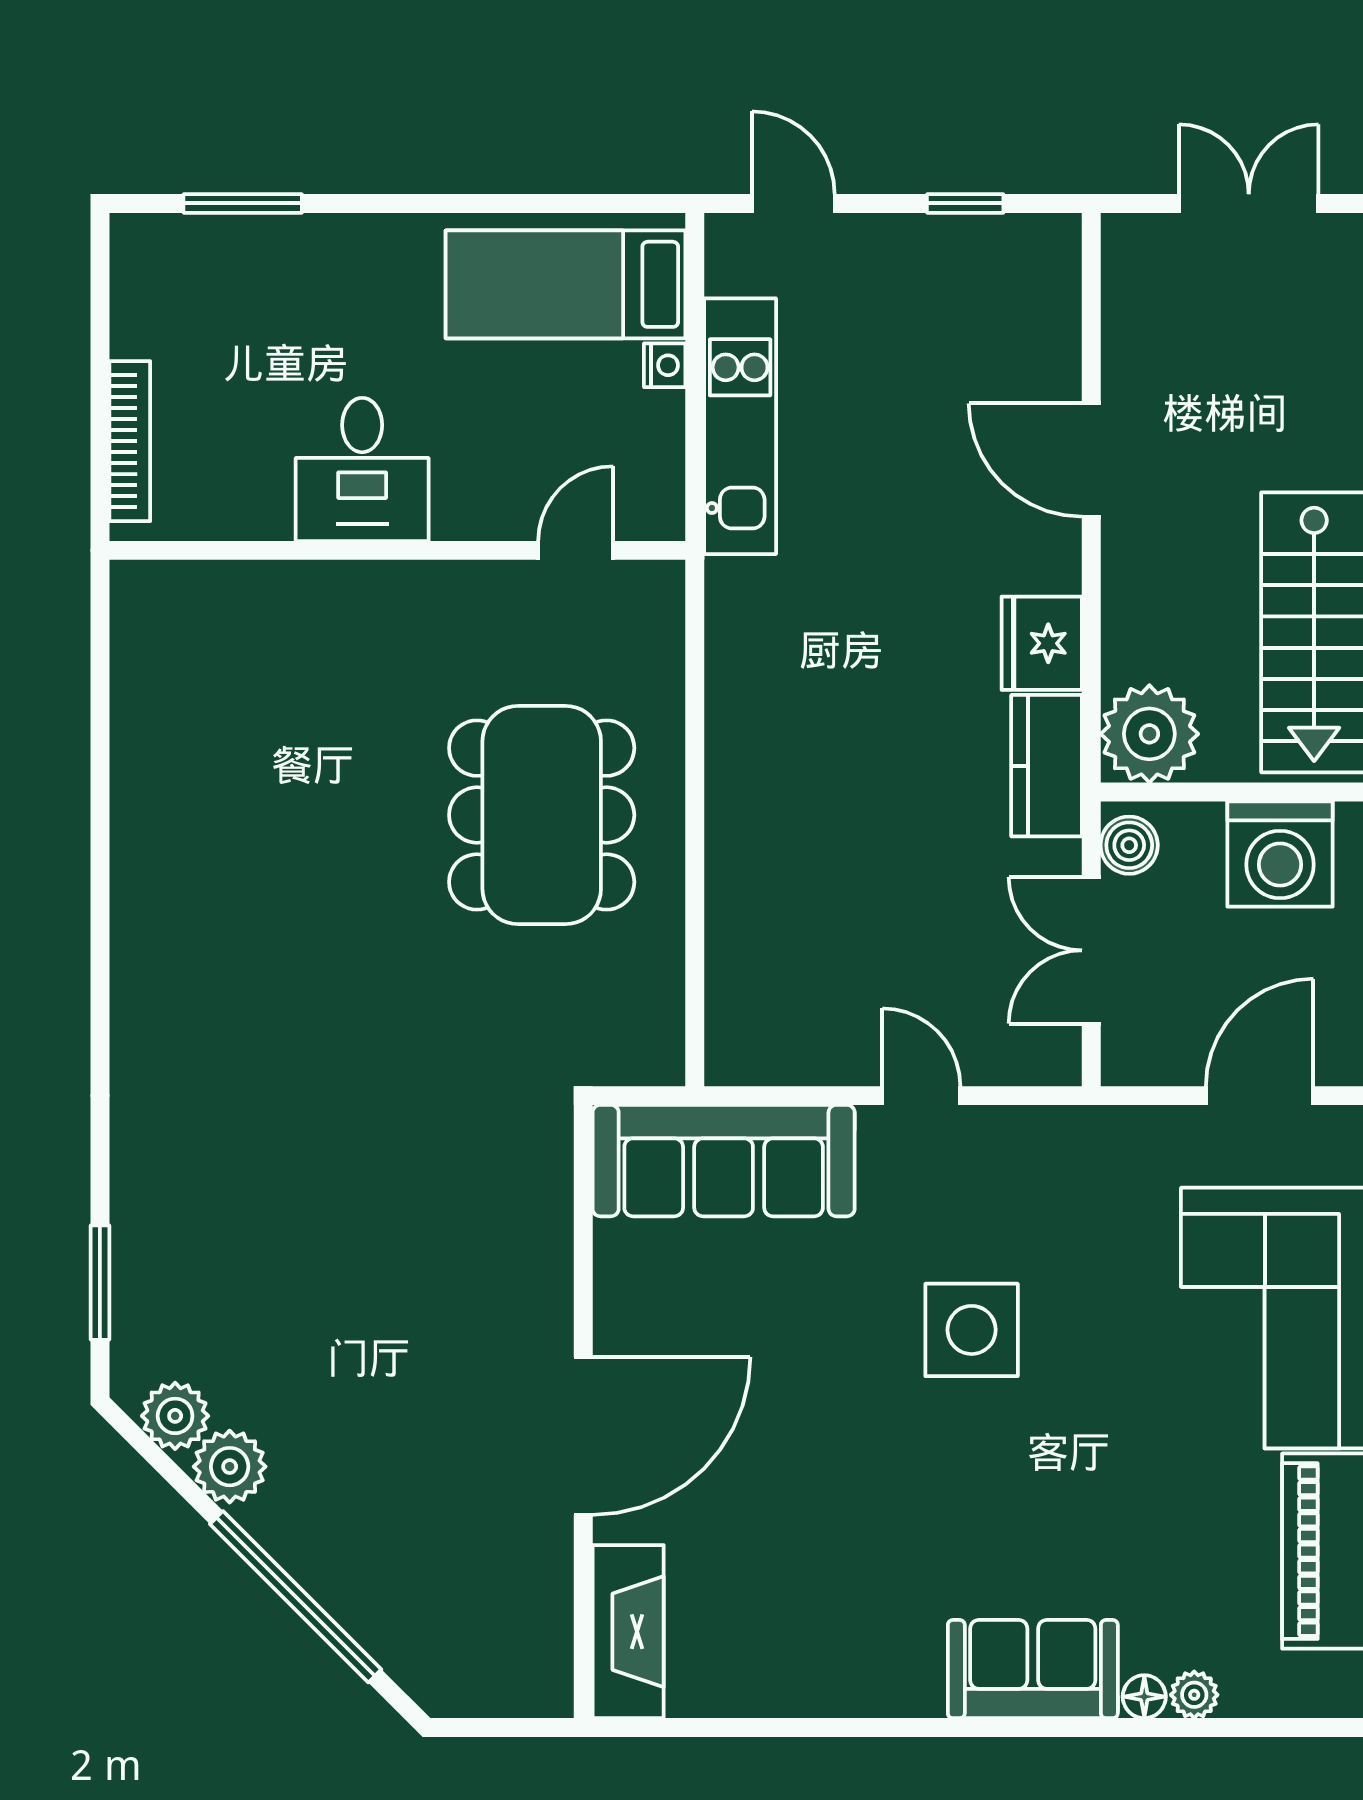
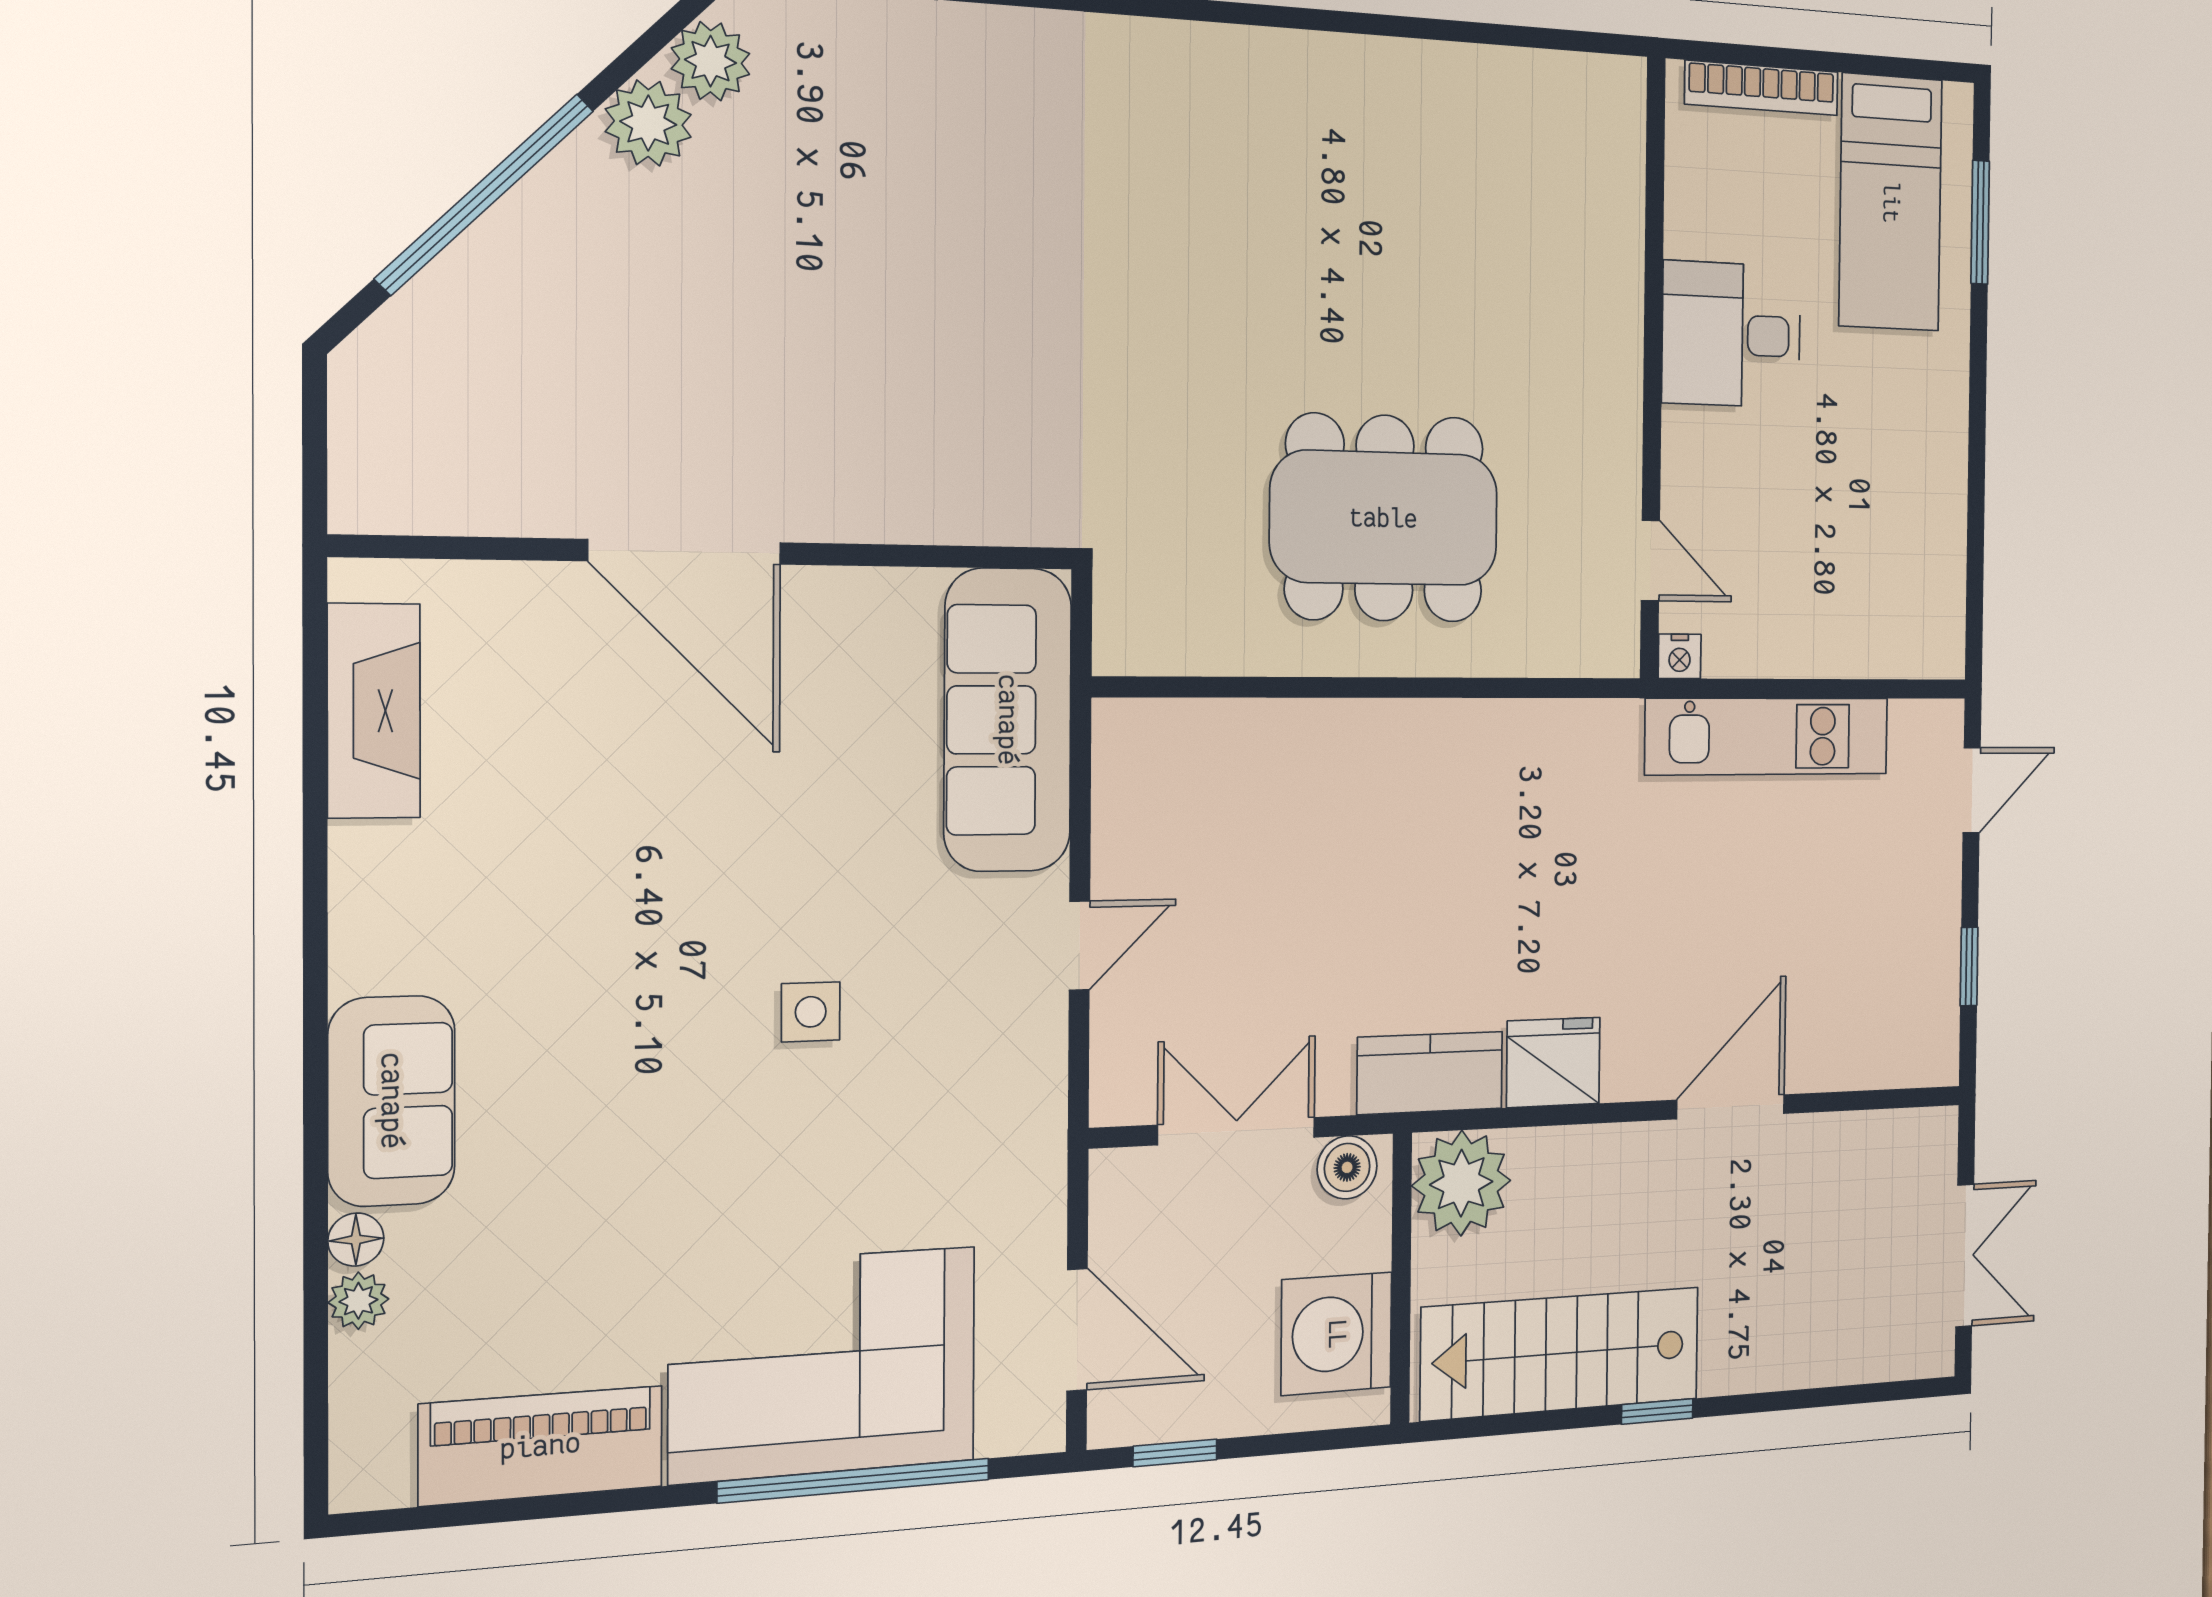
bed: (565, 284) -> (1891, 203), moved, turned 180
nightstand: (665, 365) -> (1680, 656), moved
side table: (972, 1330) -> (811, 1012), width x0.54, depth x0.54
fireplace: (628, 1632) -> (374, 711), moved, turned -90

